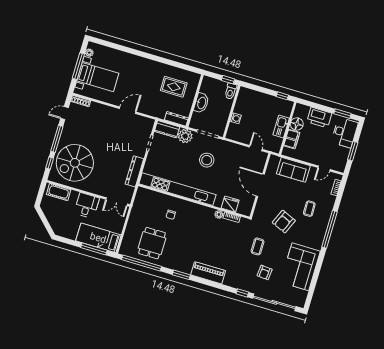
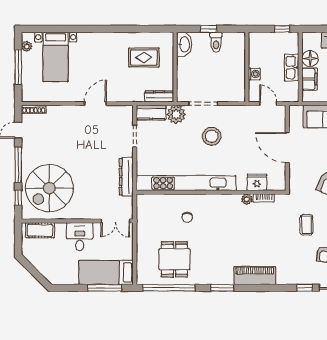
bed with nightstands: (98, 77) -> (56, 57), moved, turned 90
washbasin: (201, 103) -> (184, 44), moved
wall: (232, 112) -> (247, 67), moved
washing machine: (236, 118) -> (254, 74), moved

